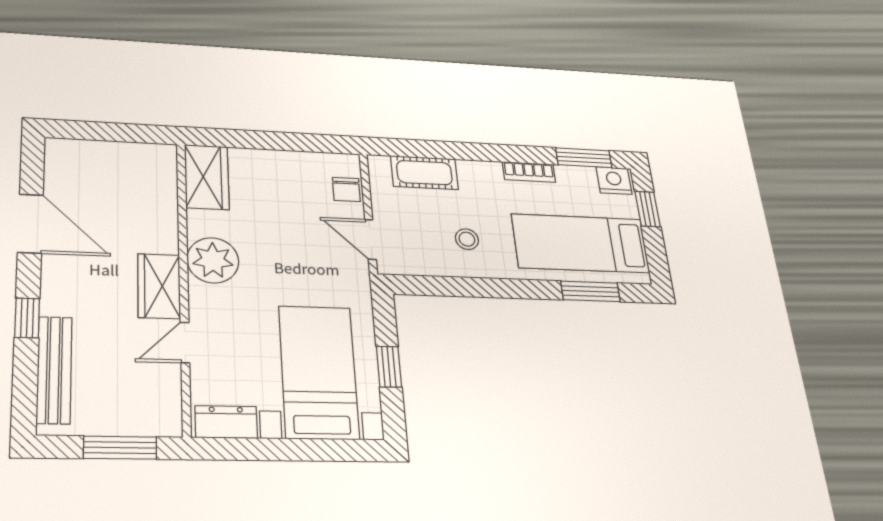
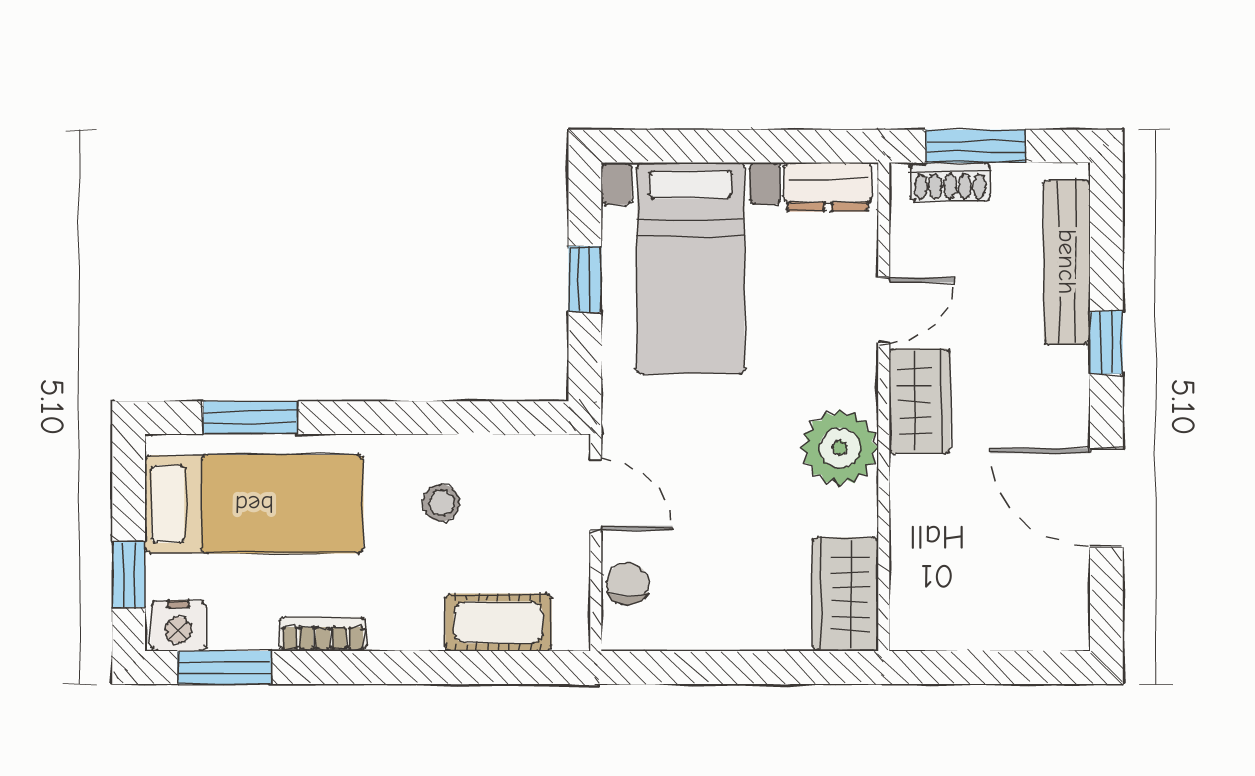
shoe rack: (139, 424) -> (950, 182), added

